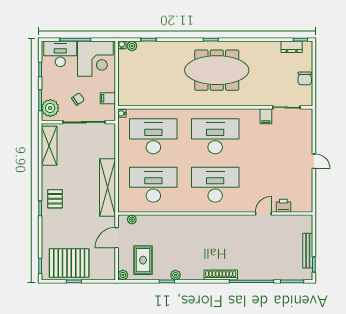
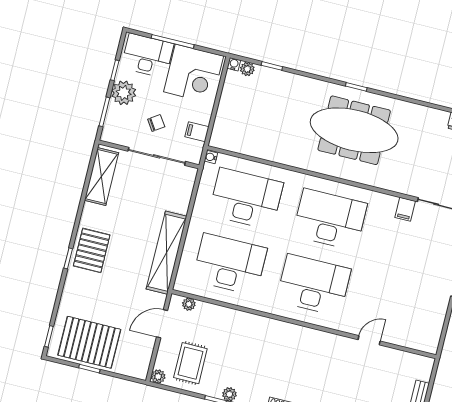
plant: (50, 108) -> (124, 93), moved
pallet: (55, 199) -> (92, 250), width x1.50, depth x1.42
printer: (283, 206) -> (399, 336), removed

